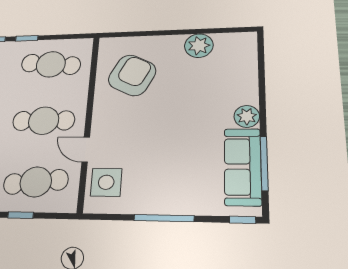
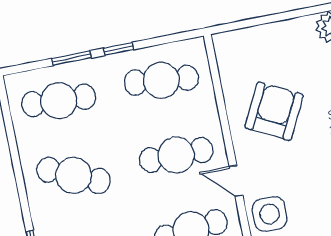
armchair: (132, 75) -> (274, 111), moved

